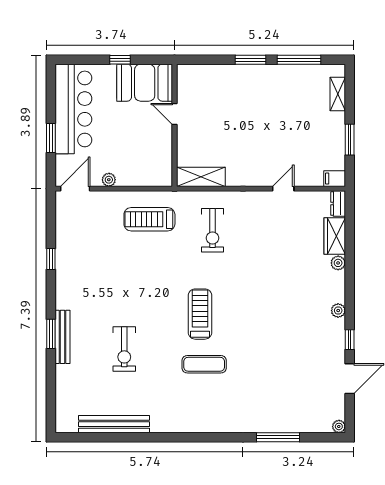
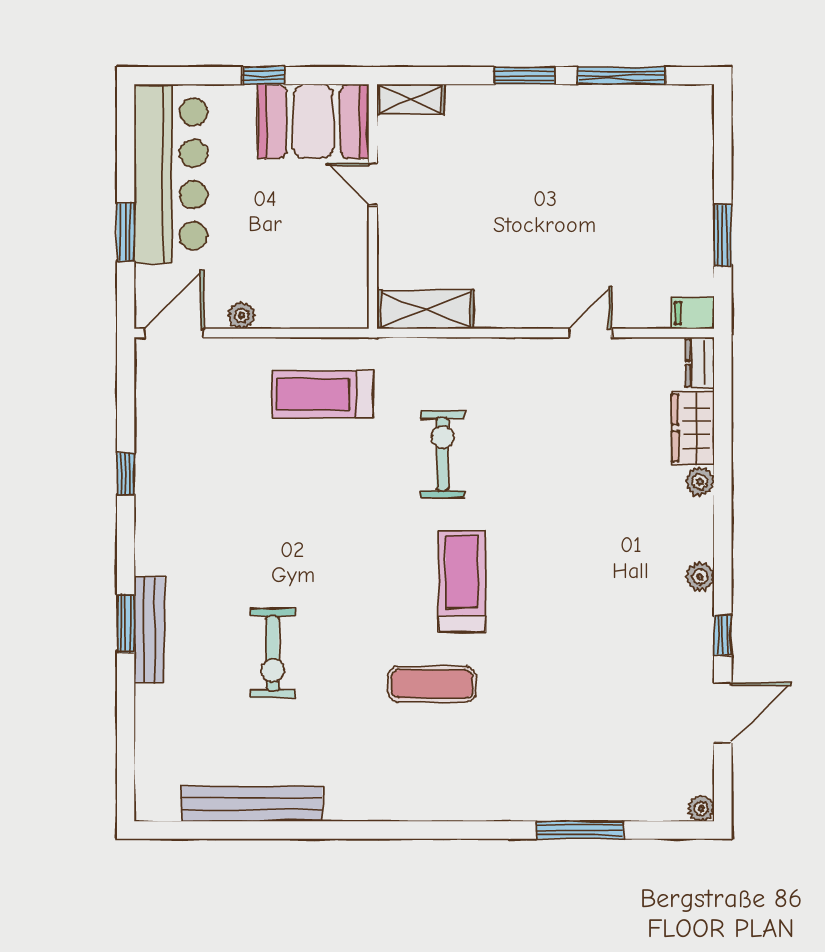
shelving: (338, 94) -> (411, 99), moved, turned 90
exercise bike: (213, 230) -> (442, 454), moved, turned 180
treadmill: (200, 314) -> (462, 582), moved

